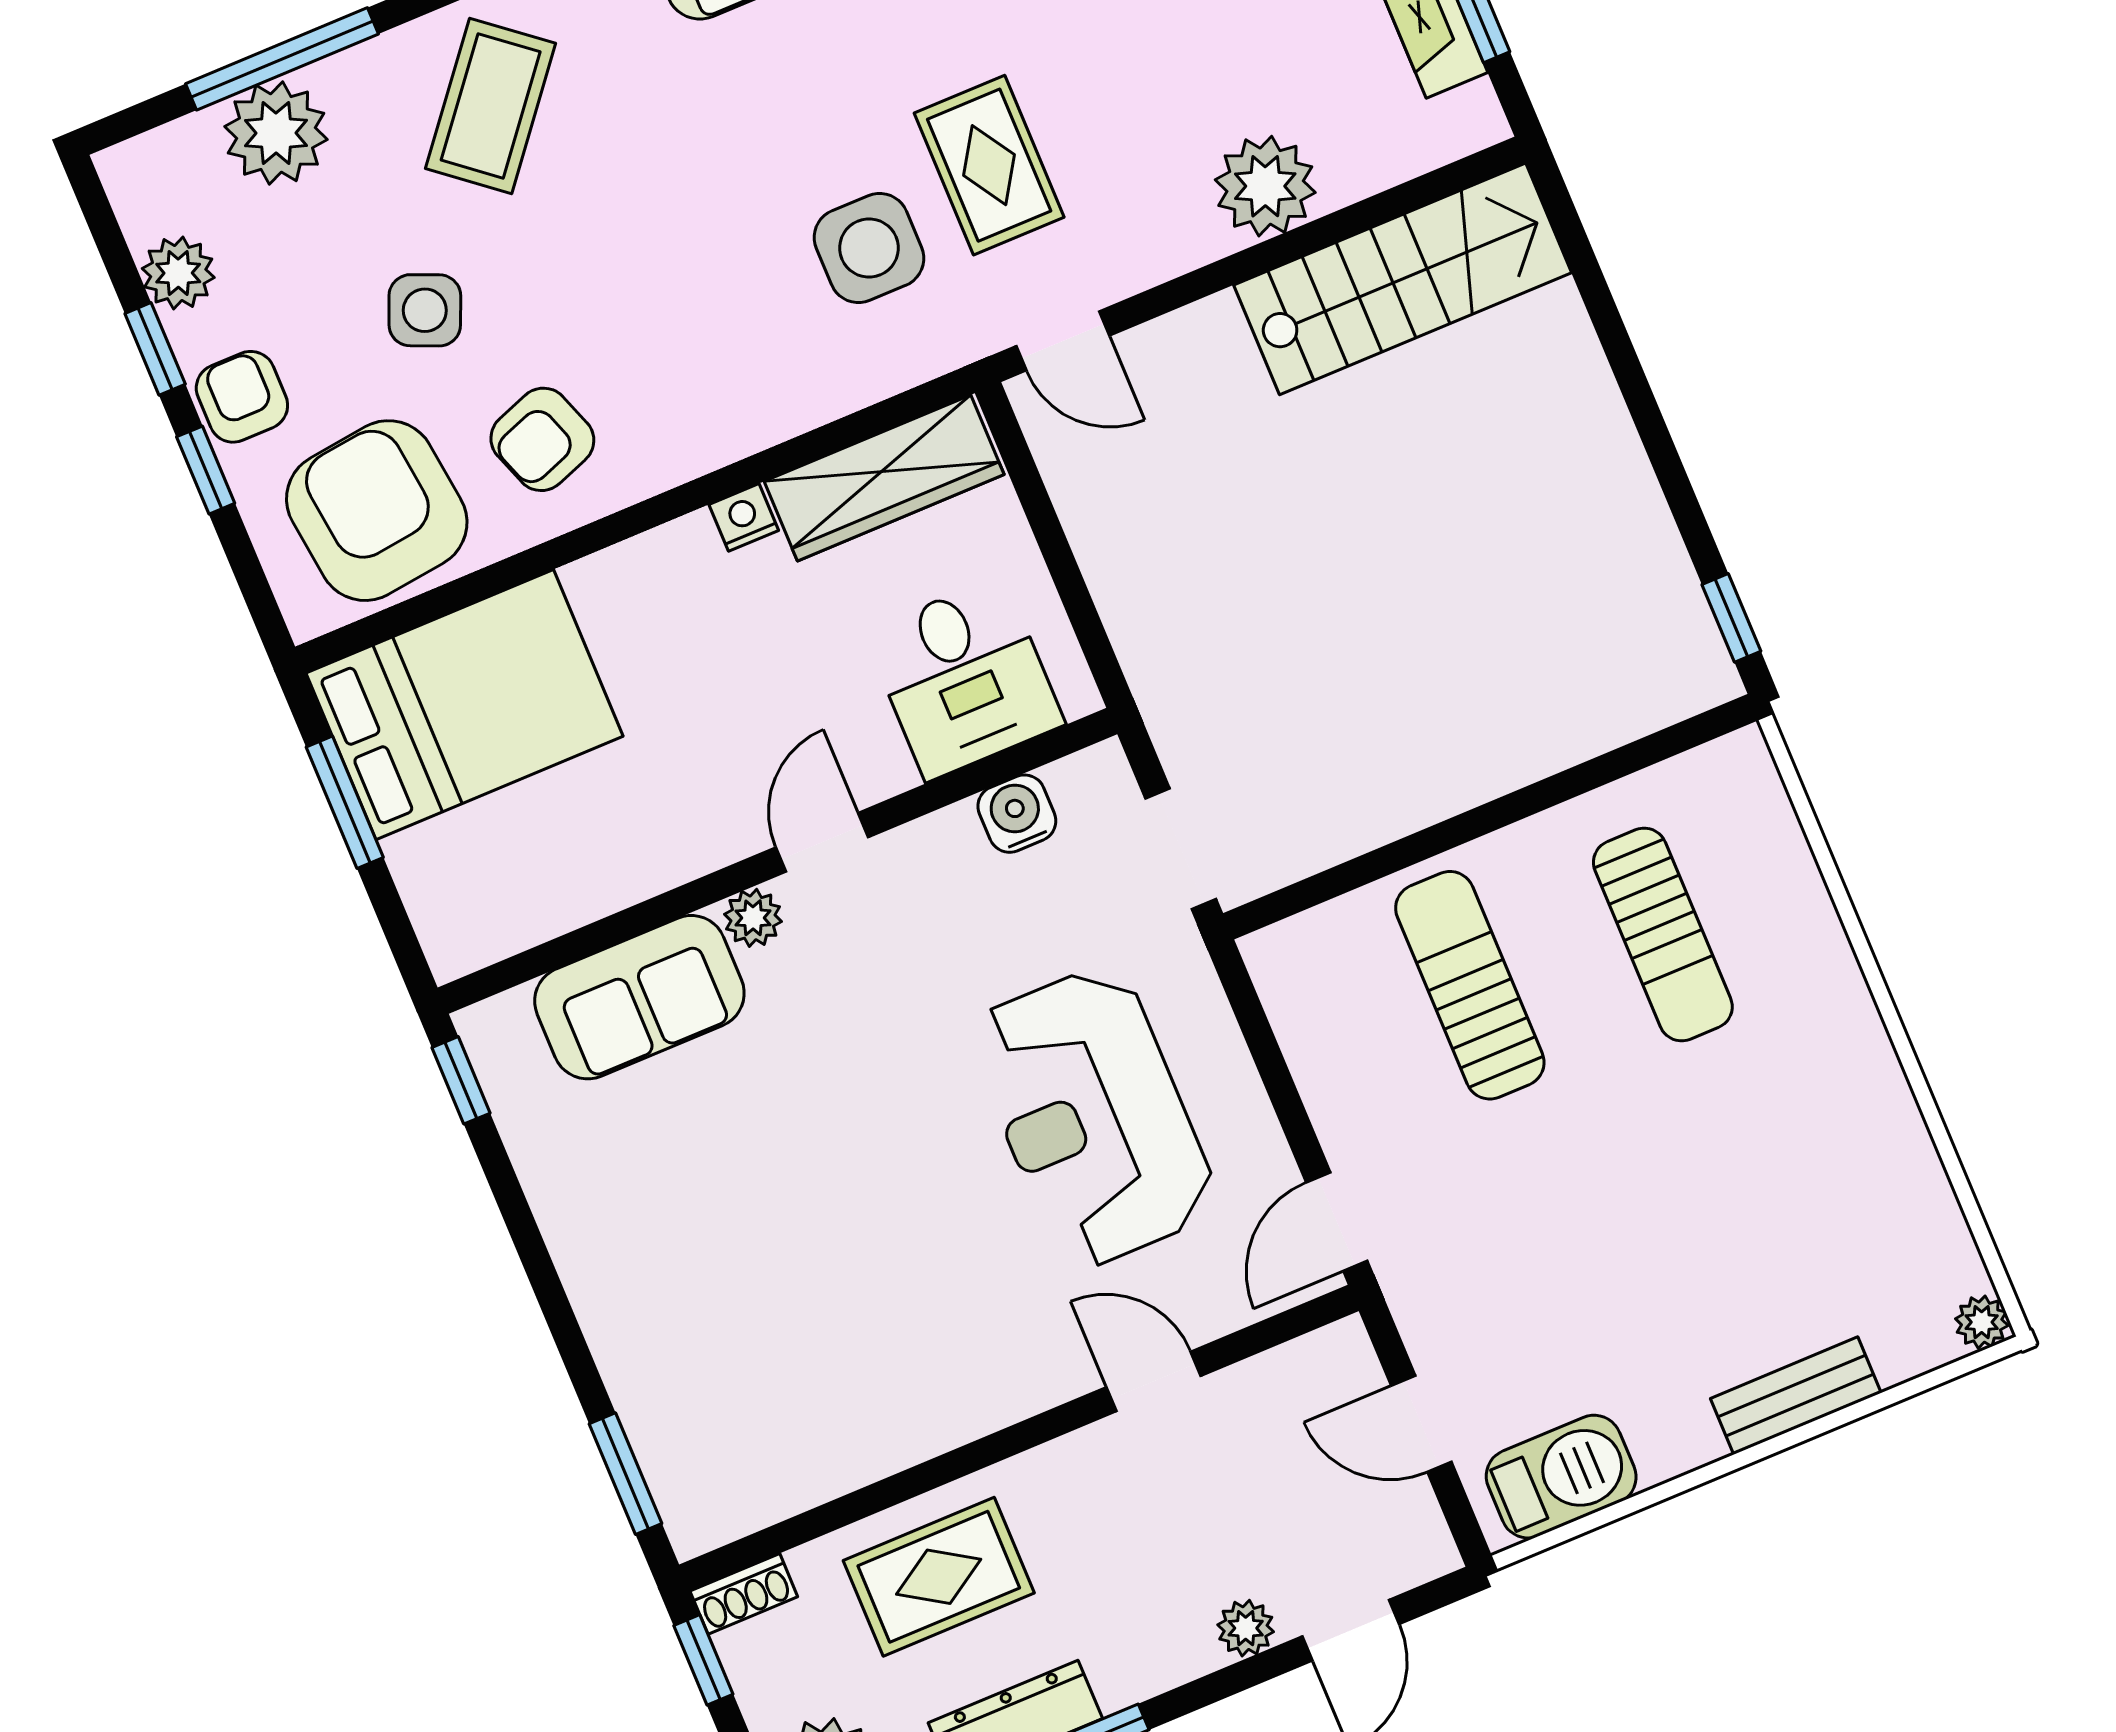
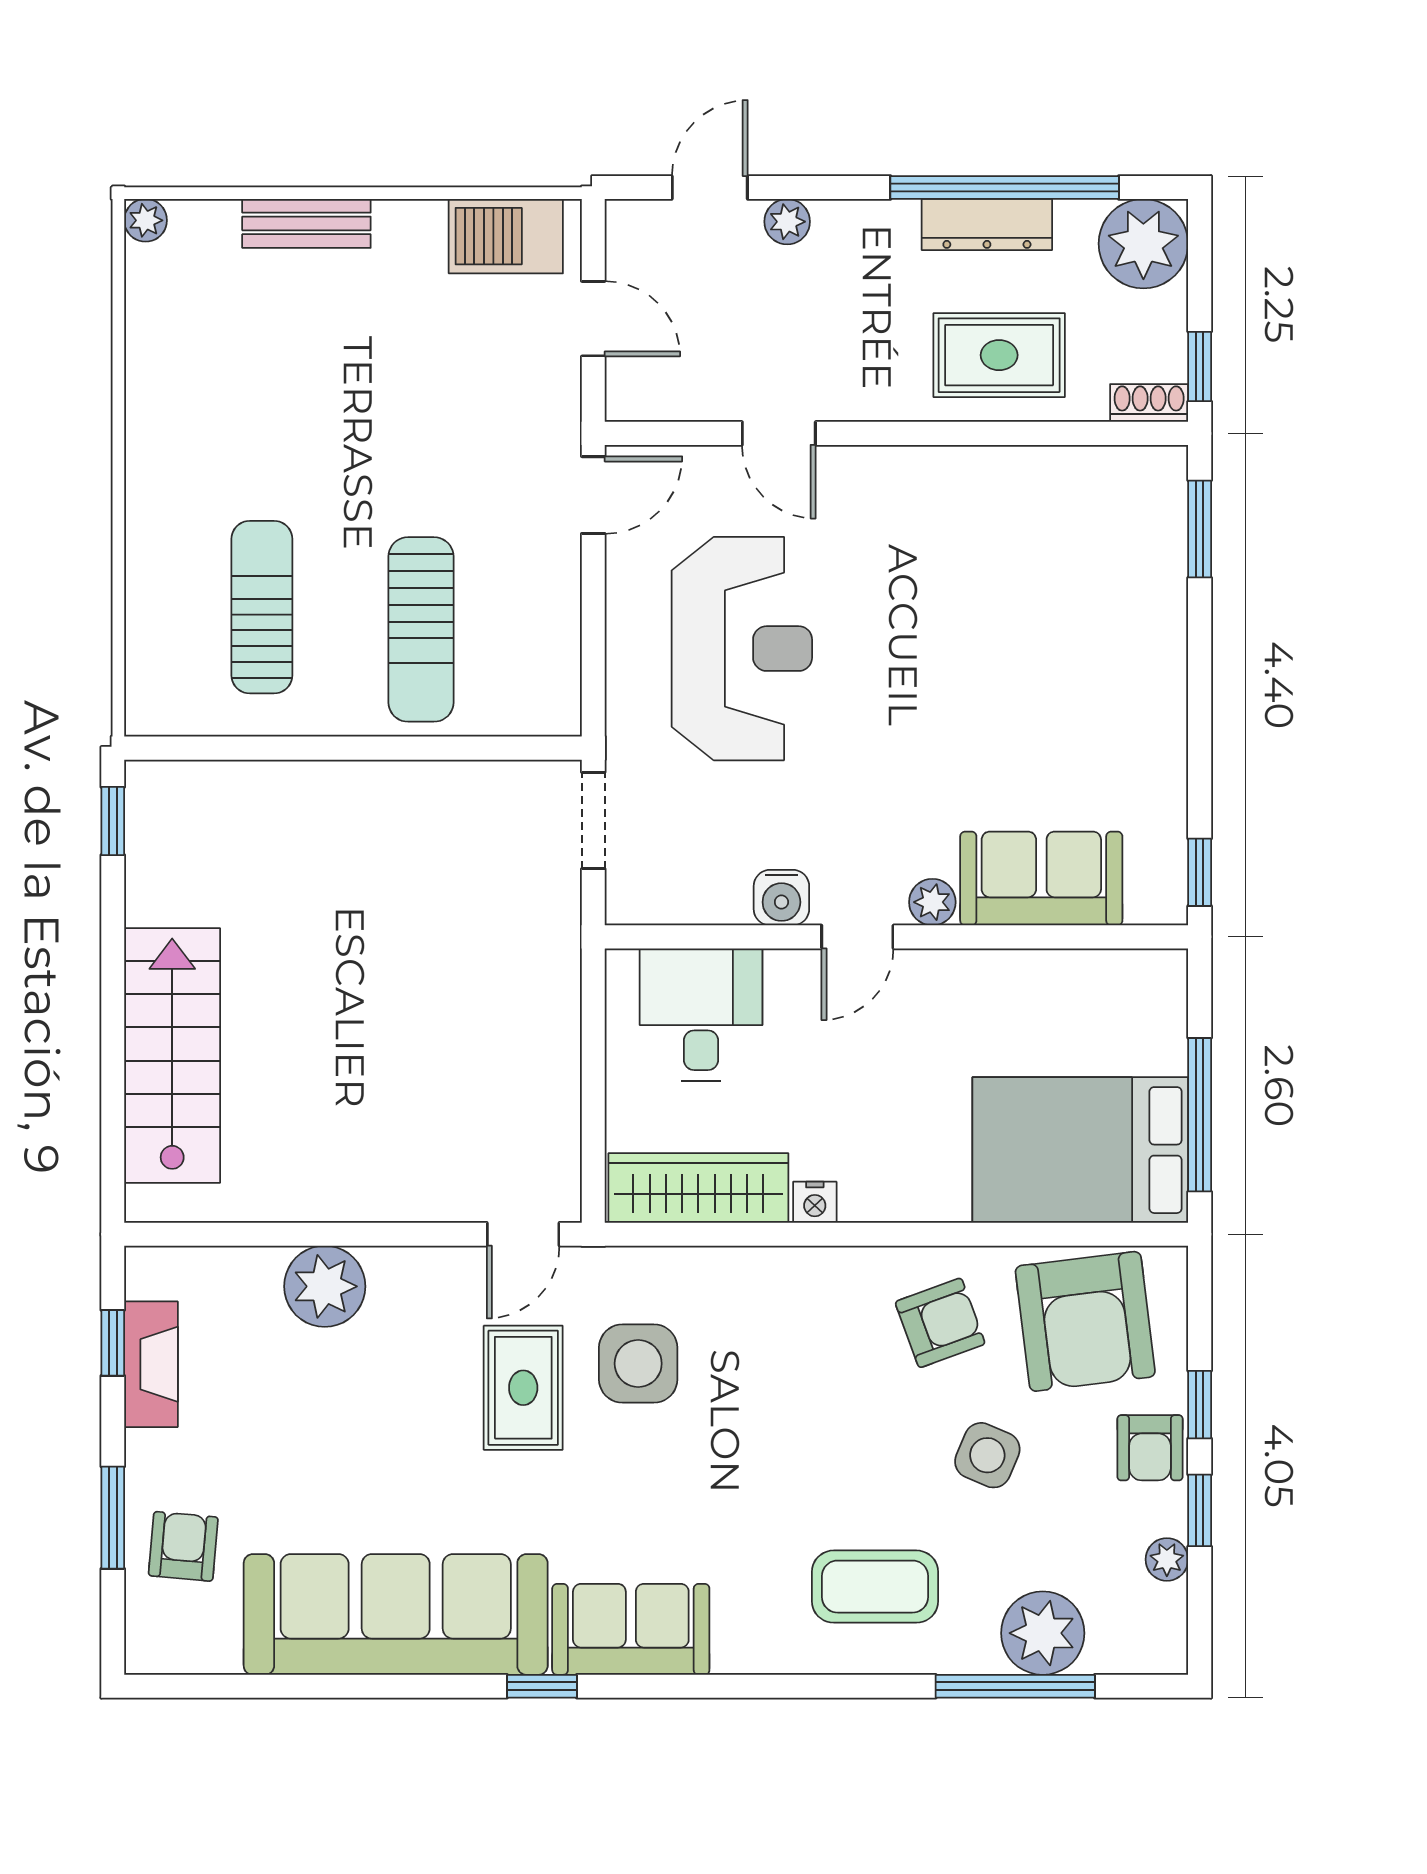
coffee table: (491, 106) -> (875, 1587), turned 51
plant: (178, 273) -> (1167, 1559), width x0.73, depth x0.73
stairs: (1403, 279) -> (172, 1055), moved, turned 90
door: (1063, 341) -> (523, 1234), swing flipped
window: (345, 802) -> (1200, 1115), width x1.44
water cooler: (1017, 814) -> (781, 898), moved

